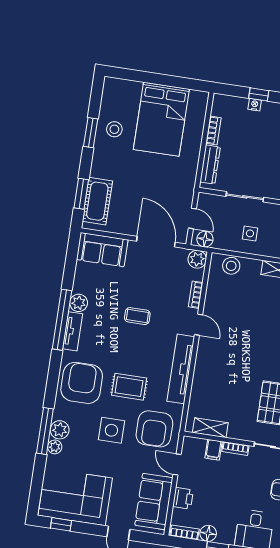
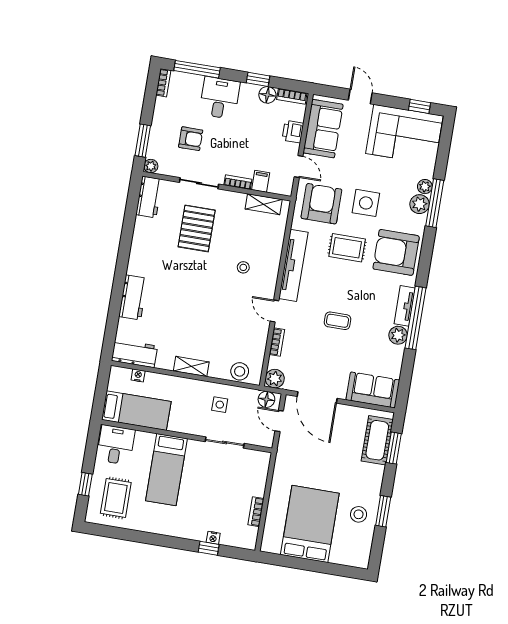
dresser: (210, 164) -> (260, 476), removed
stool: (229, 366) -> (243, 267), added
armchair: (82, 383) -> (396, 252), turned 90

